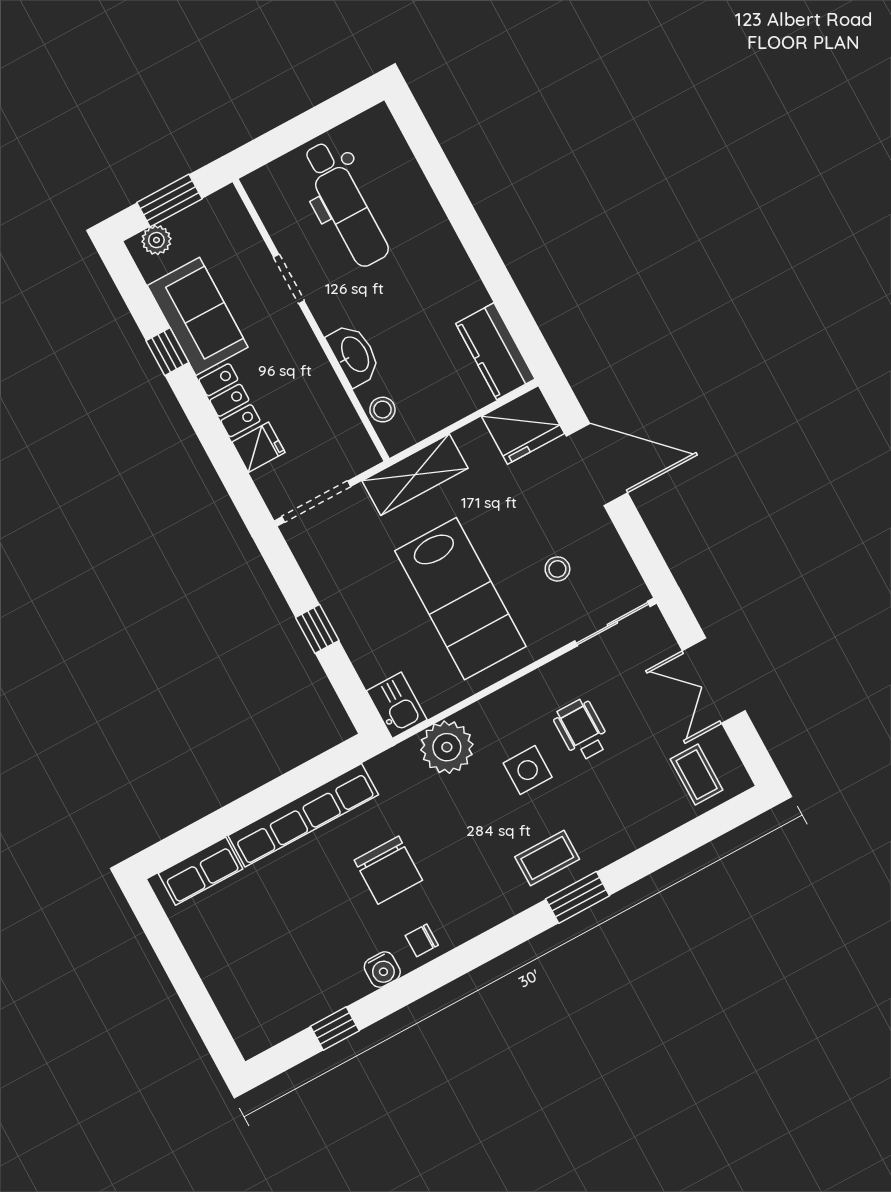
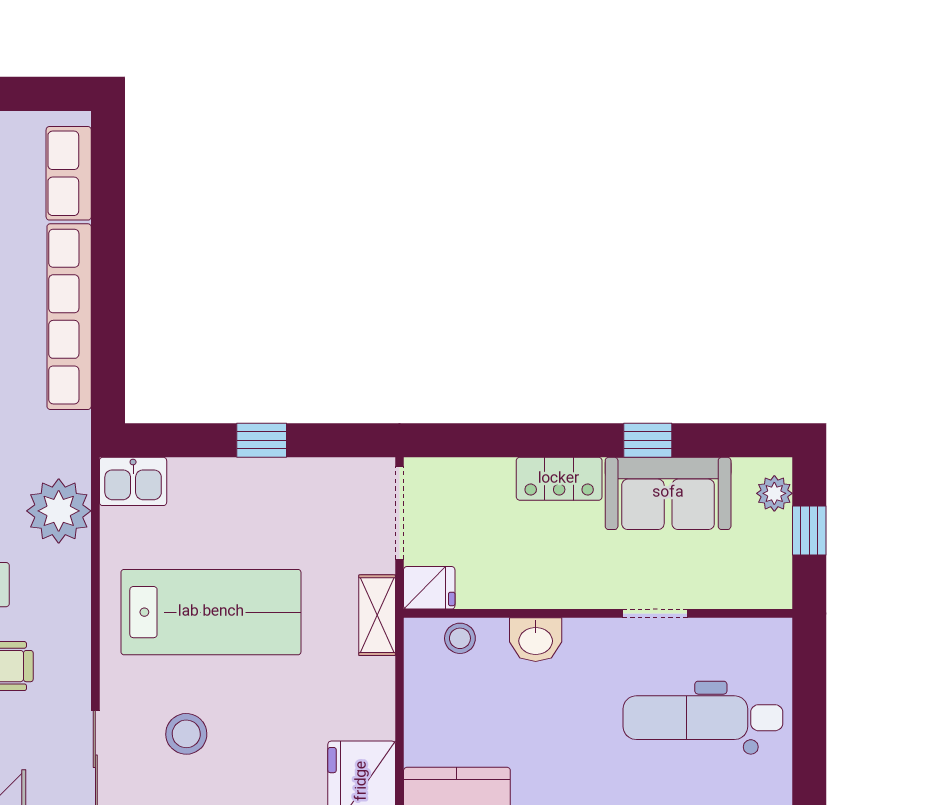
window: (170, 201) -> (809, 531), width x0.67
washbasin: (354, 355) -> (536, 640), width x0.72
fridge: (258, 447) -> (429, 588), moved, turned -90
shelving: (415, 475) -> (377, 615), width x0.67, depth x0.75
stool: (557, 569) -> (186, 734), width x1.37, depth x1.37
lab bench: (460, 599) -> (211, 612), turned 180

